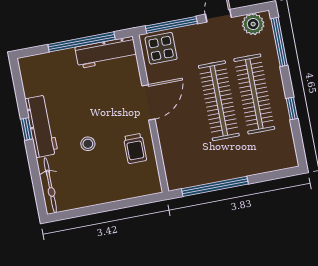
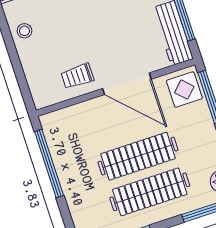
door: (148, 102) -> (127, 84), width x1.36
stool: (88, 144) -> (24, 31), moved

